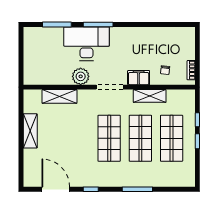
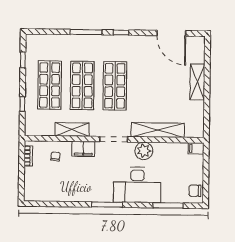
window: (98, 24) -> (107, 205), moved
chair: (31, 39) -> (195, 191), added
filing cabinet: (31, 79) -> (196, 148), added
shelving: (59, 96) -> (158, 130), width x1.47
shelving: (30, 131) -> (197, 82), moved
window: (197, 141) -> (23, 60), moved
window: (91, 189) -> (121, 33), moved

